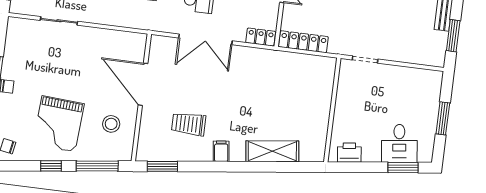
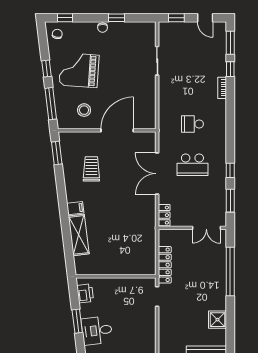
locker: (303, 42) -> (165, 265), moved
filing cabinet: (221, 151) -> (75, 208), moved
window: (403, 168) -> (77, 321), moved

